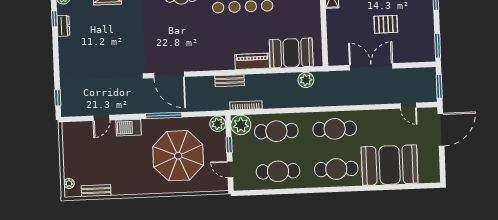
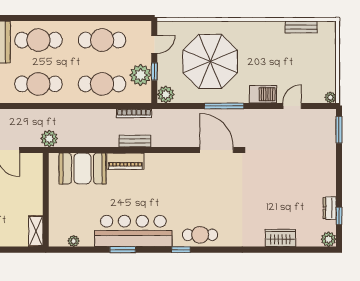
plant: (306, 80) -> (49, 138), moved
bench: (230, 81) -> (135, 141), moved
window: (58, 98) -> (339, 130), width x1.50
plant: (241, 125) -> (141, 75), moved
door: (230, 169) -> (154, 44), hinge flipped
plant: (69, 183) -> (330, 97), moved

